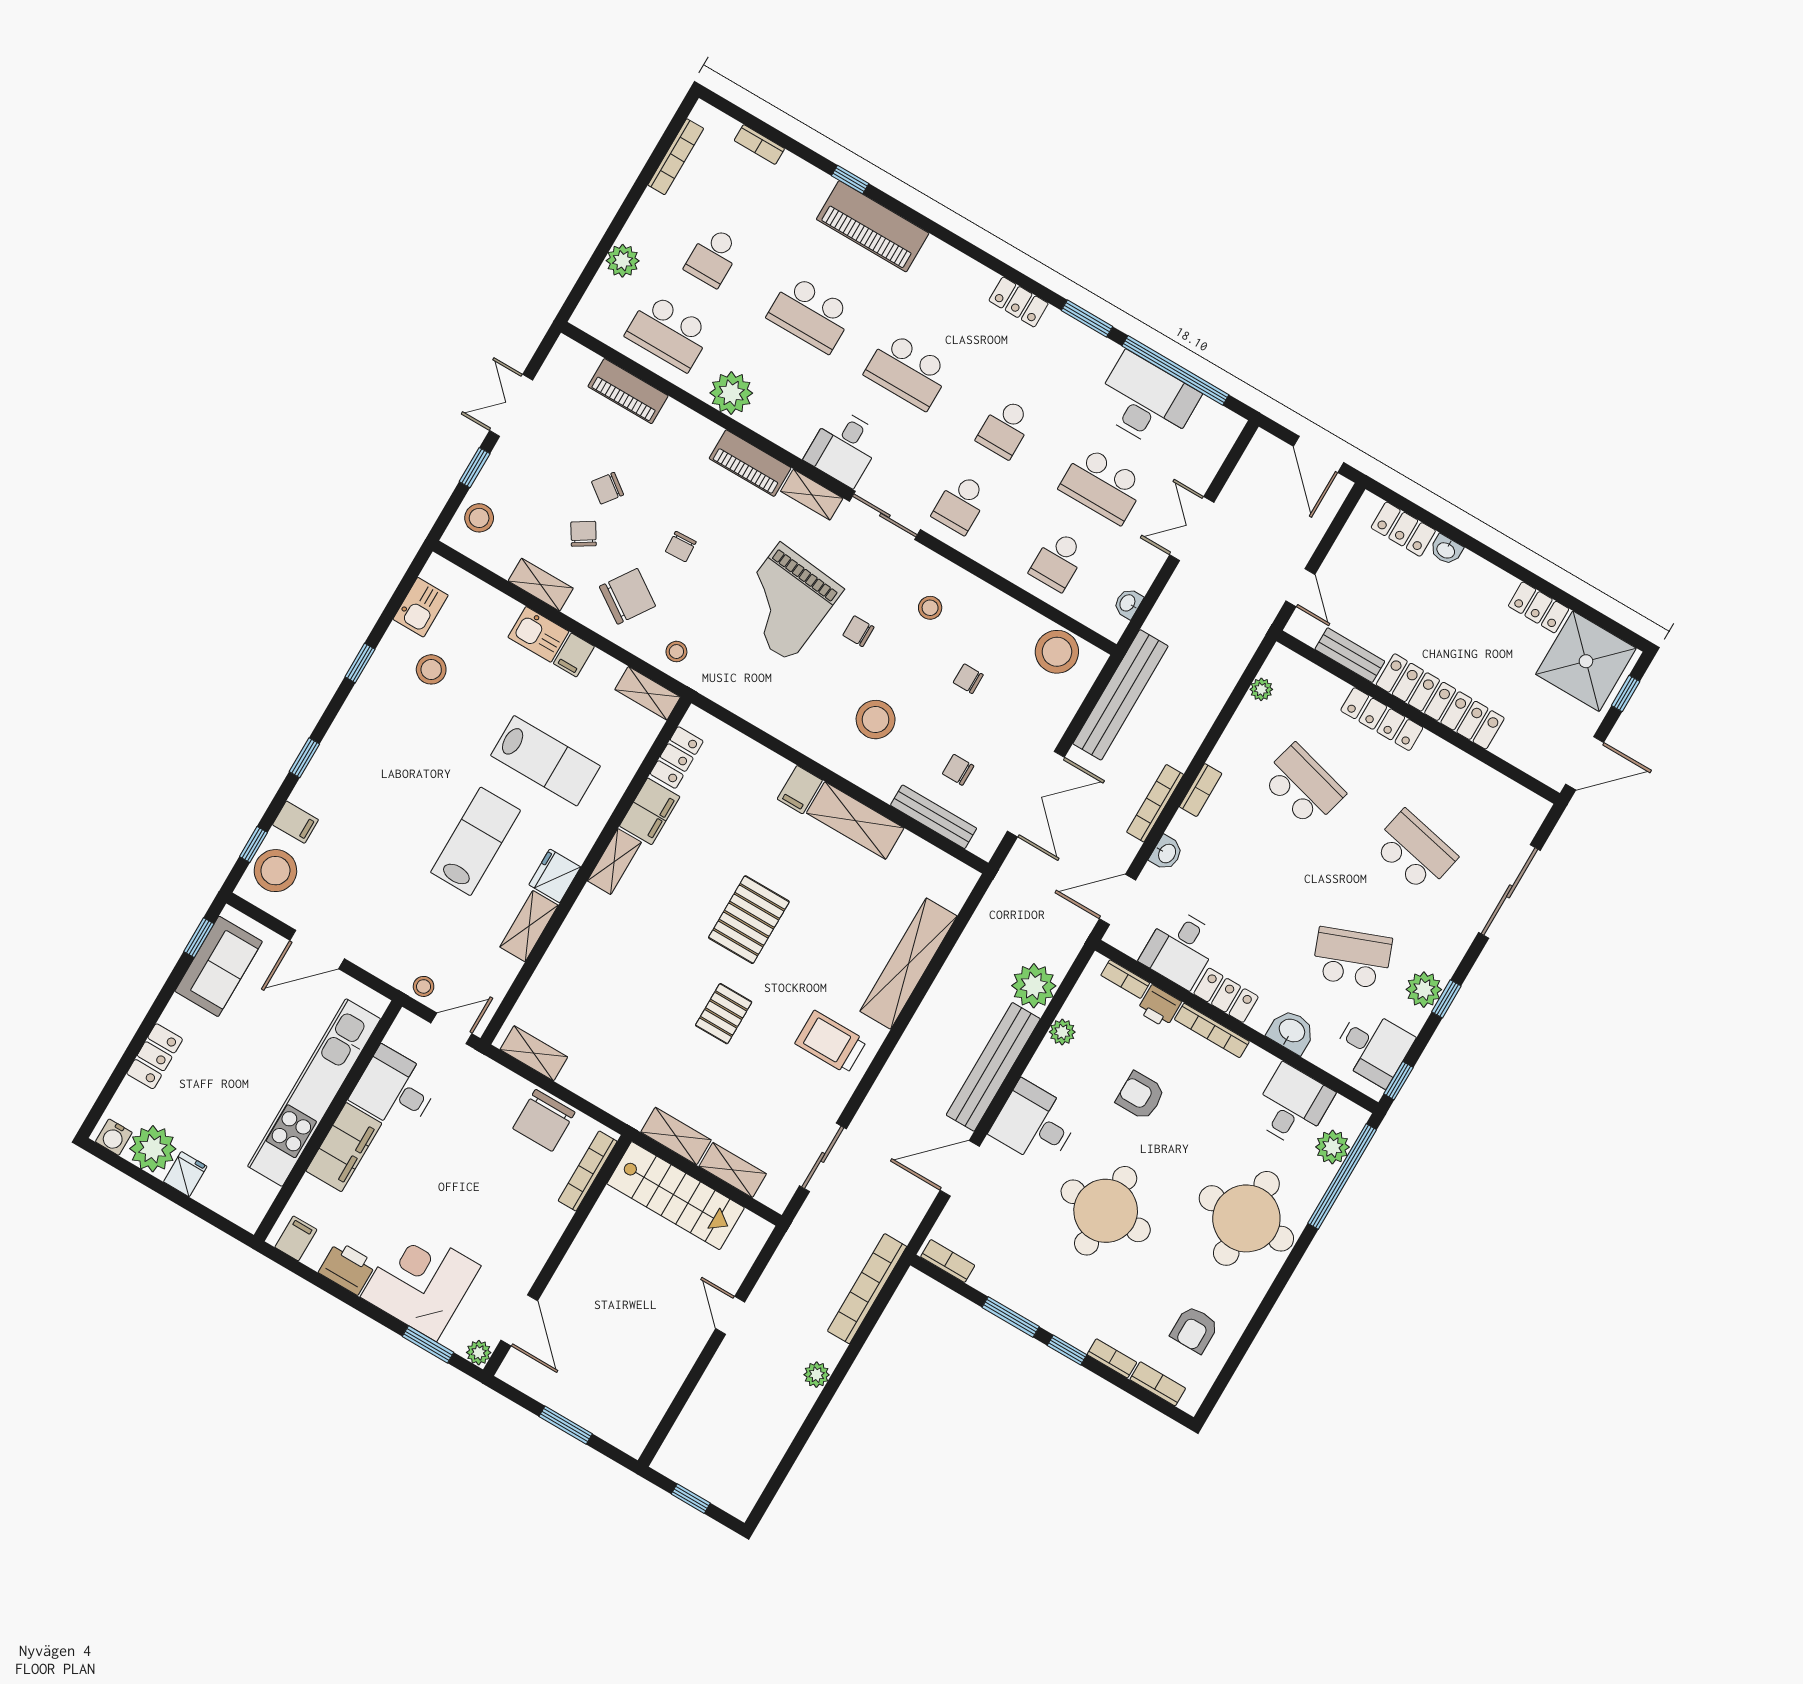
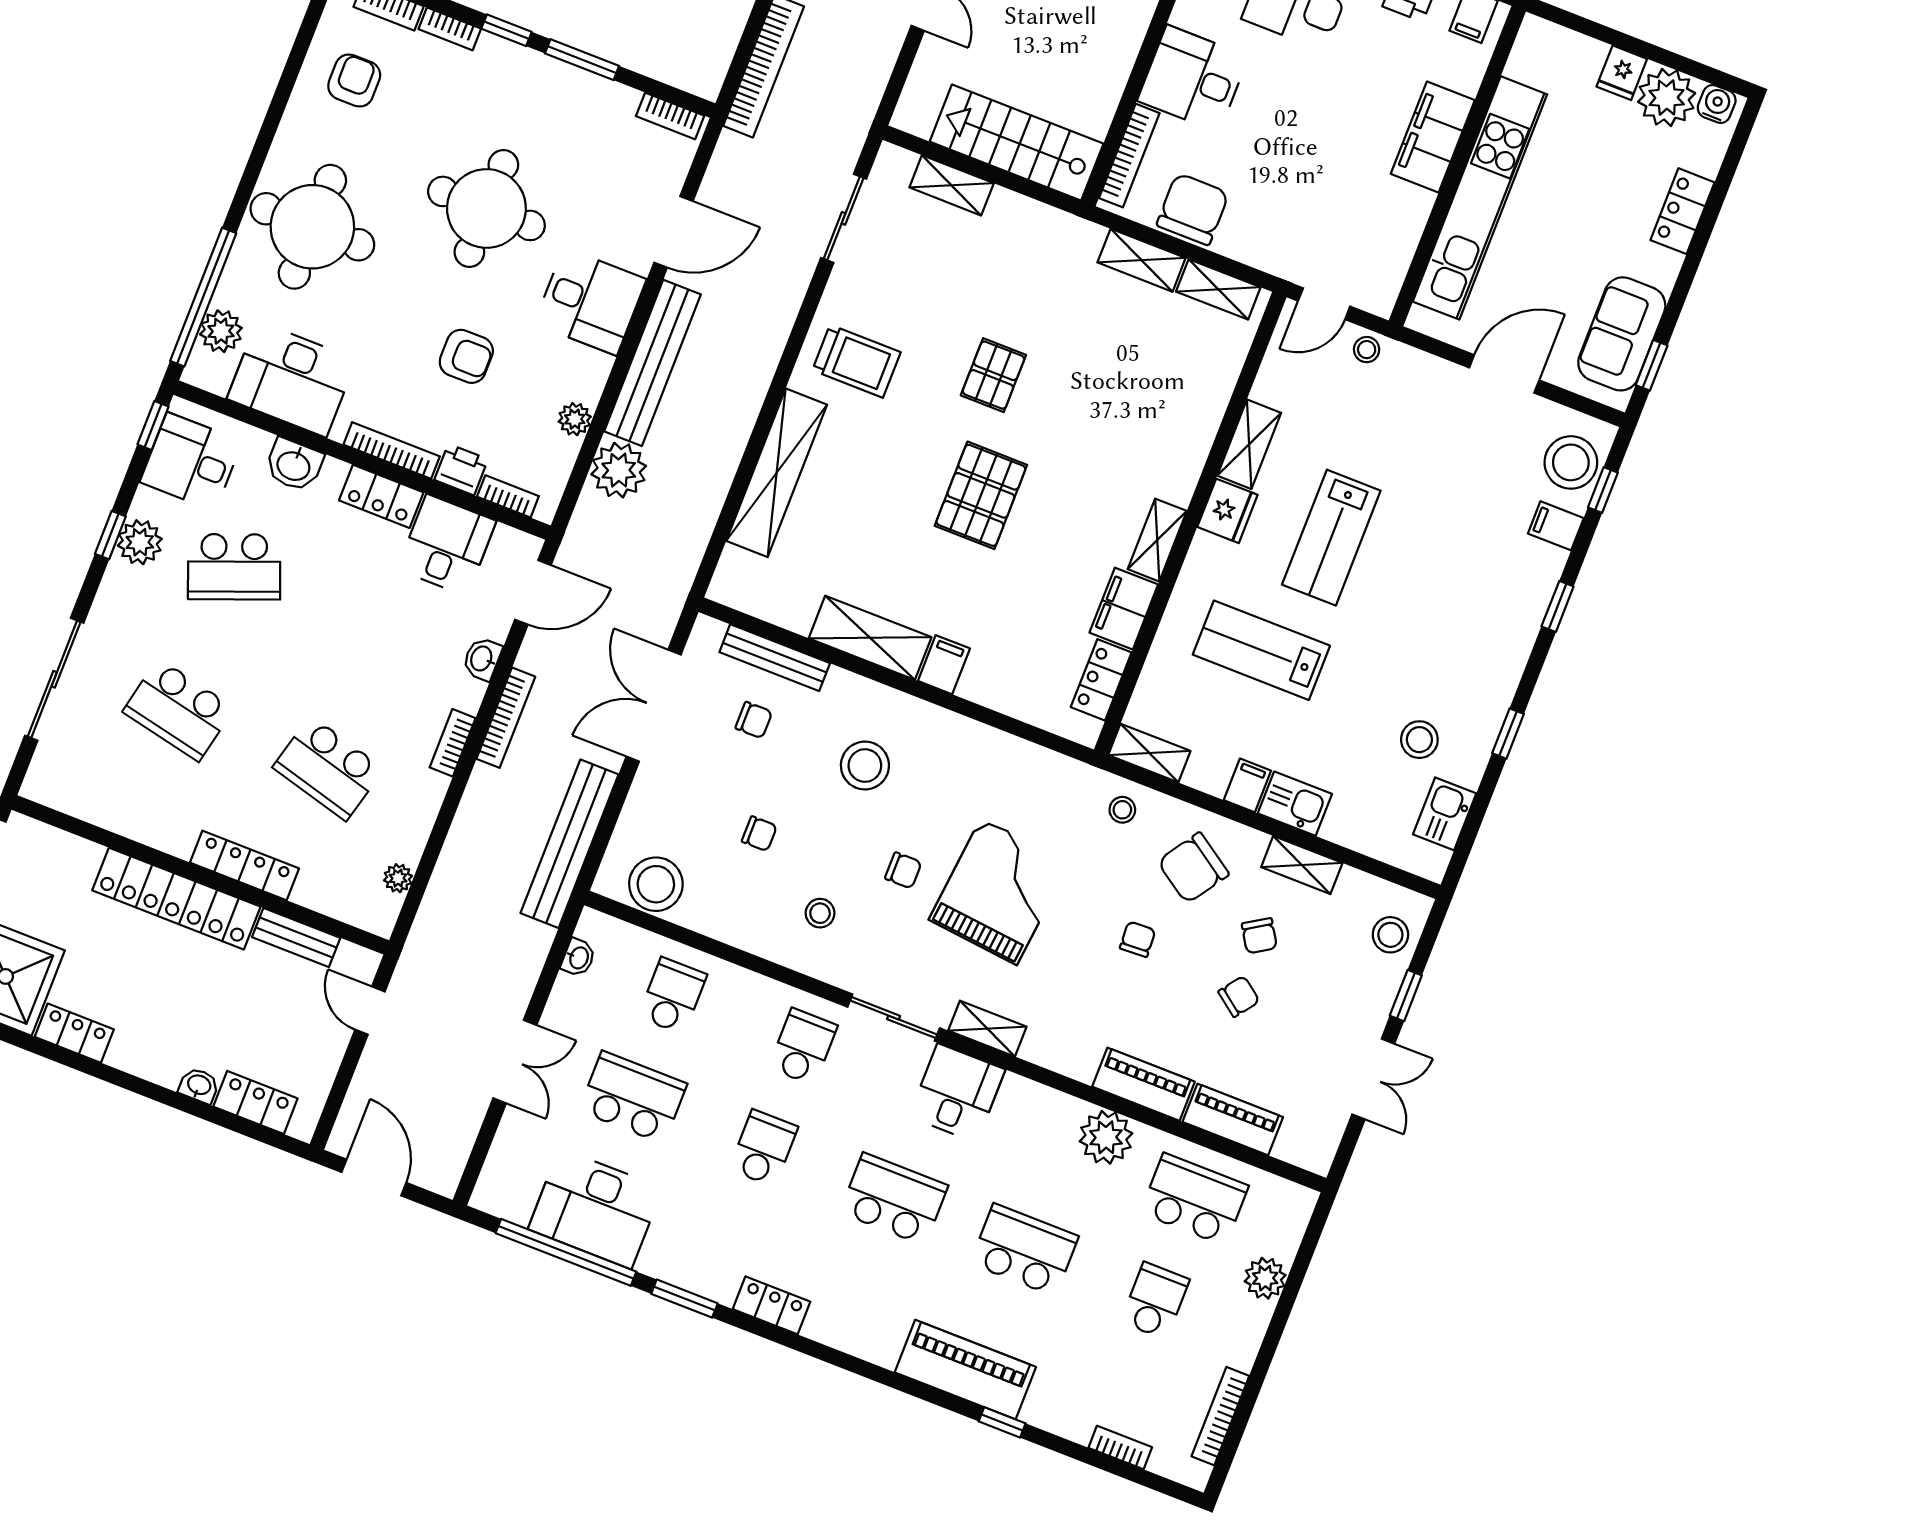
piano: (750, 463) -> (1143, 1084), moved
desk: (395, 1089) -> (1193, 79), moved, turned 180
desk: (1292, 1106) -> (292, 379), width x1.37
shelving: (676, 1136) -> (1142, 260), moved

